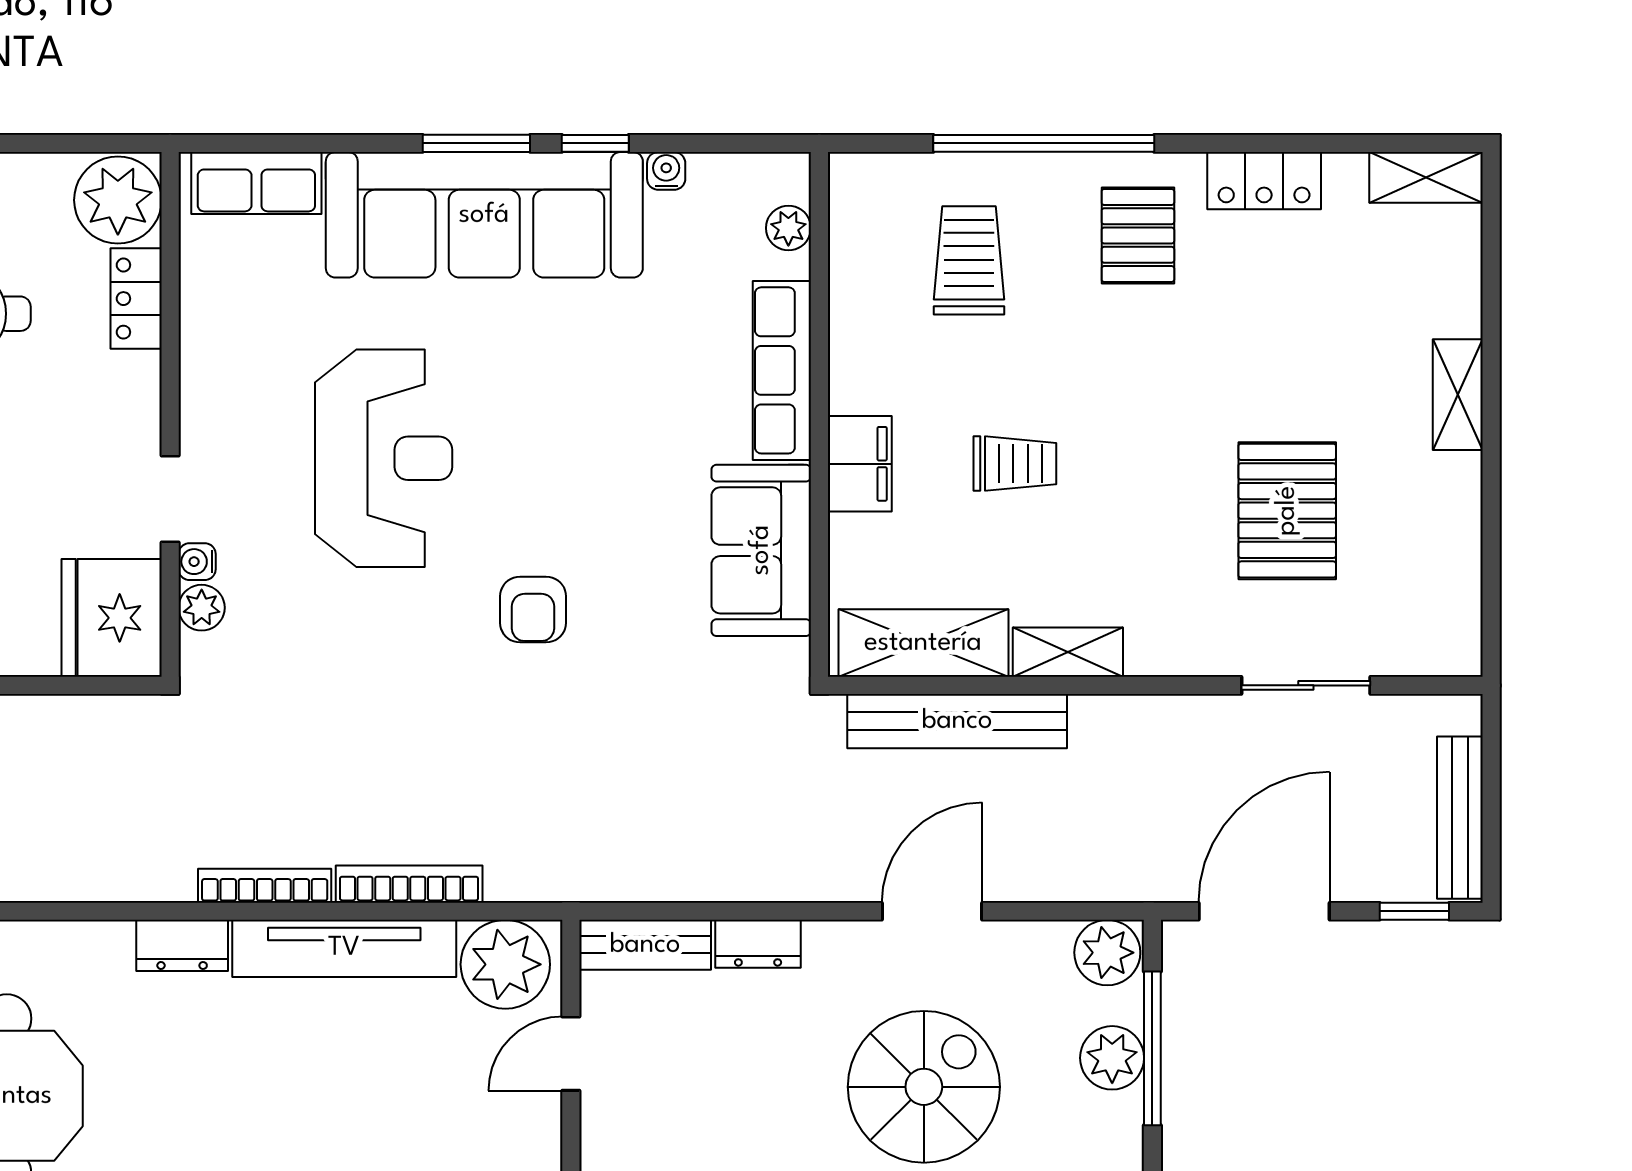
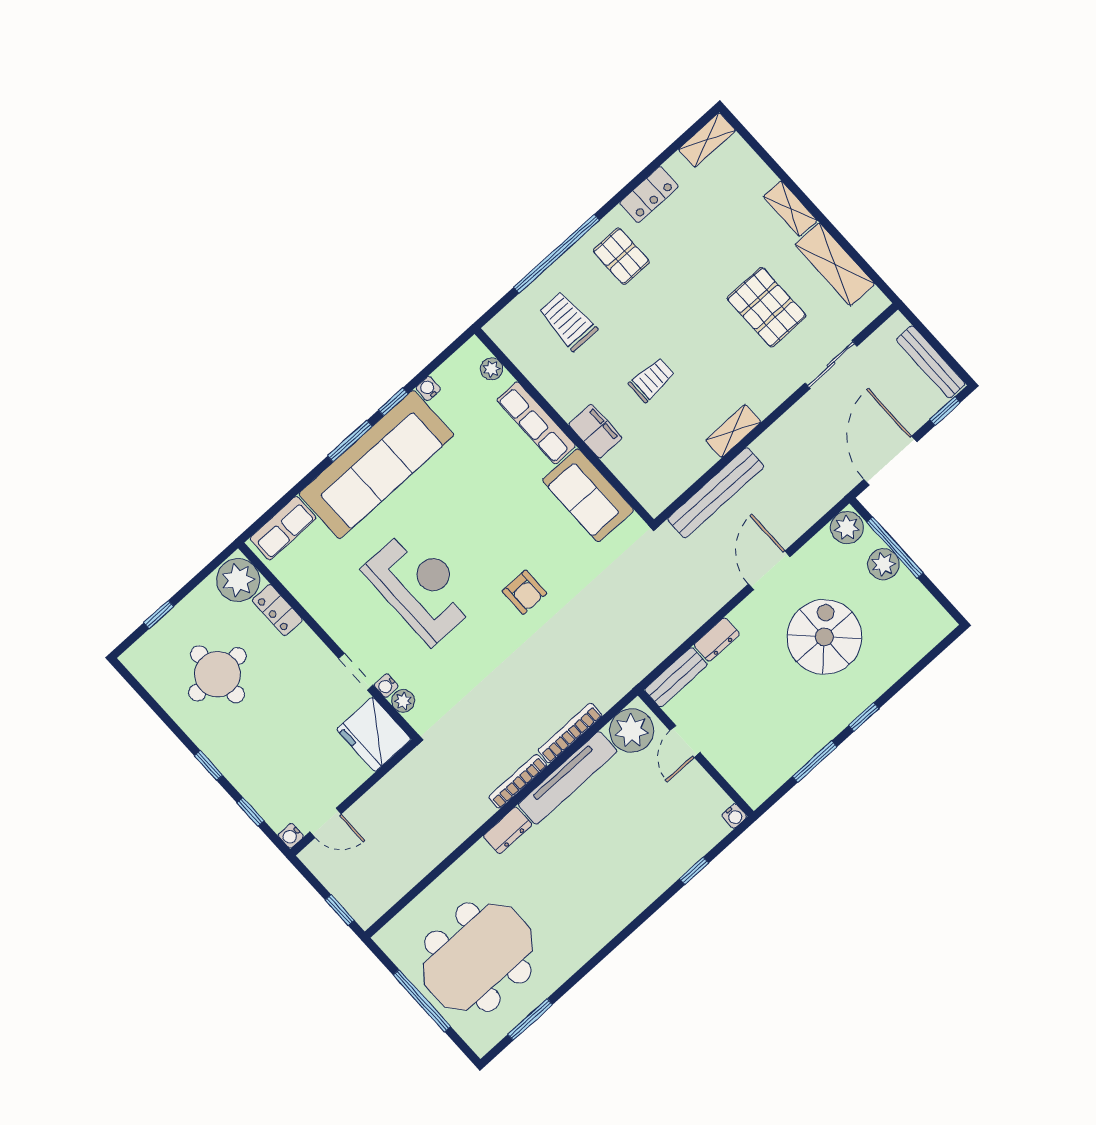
shelving: (923, 643) -> (835, 264), moved, turned 90

